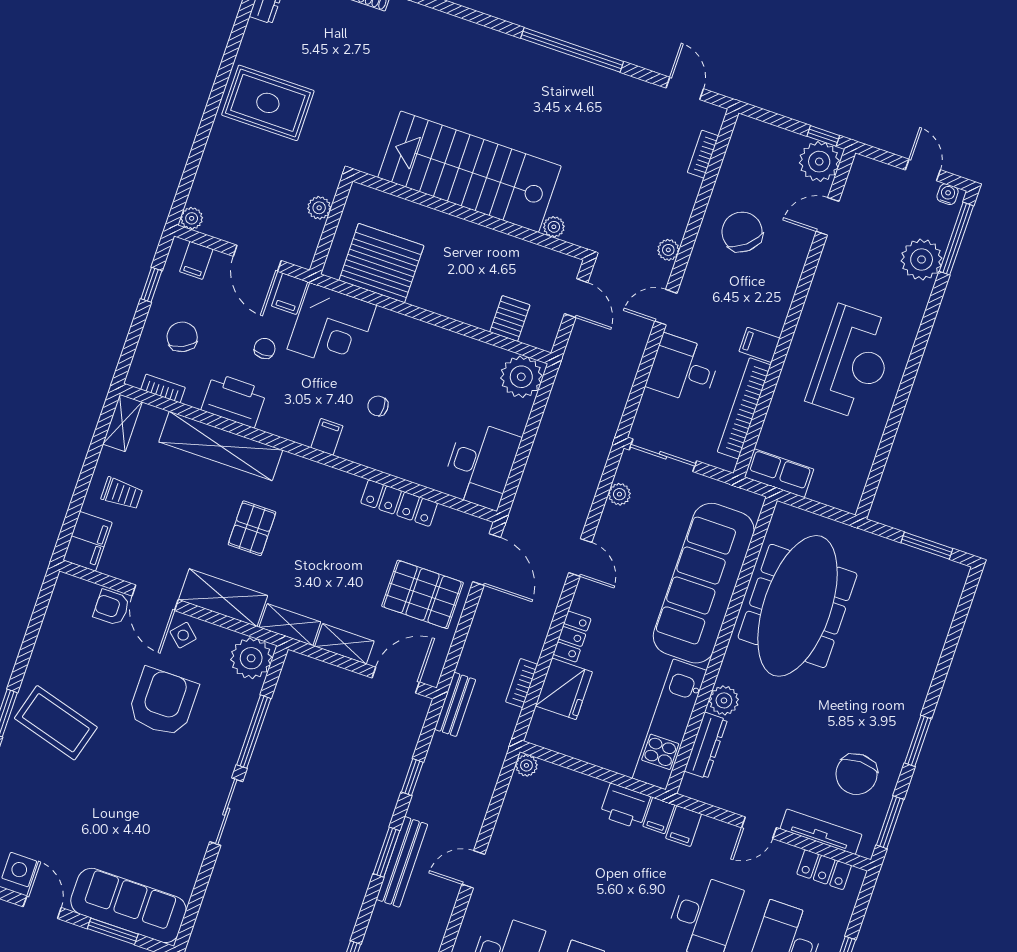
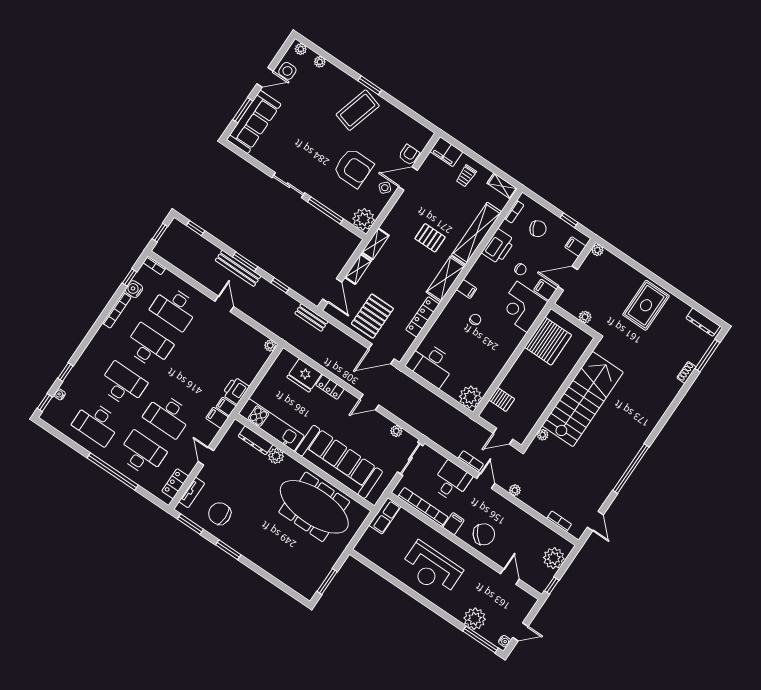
door: (685, 88) -> (595, 521), hinge flipped
plant: (819, 162) -> (554, 558), moved
chair: (742, 232) -> (484, 534), moved
shelving: (223, 598) -> (446, 279), moved
bookcase: (522, 683) -> (471, 461), moved
tv unit: (821, 832) -> (192, 492), width x0.71

